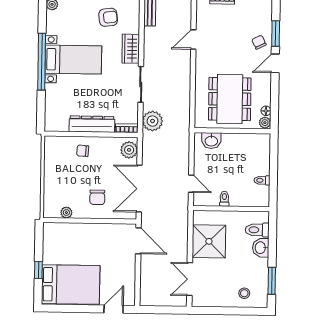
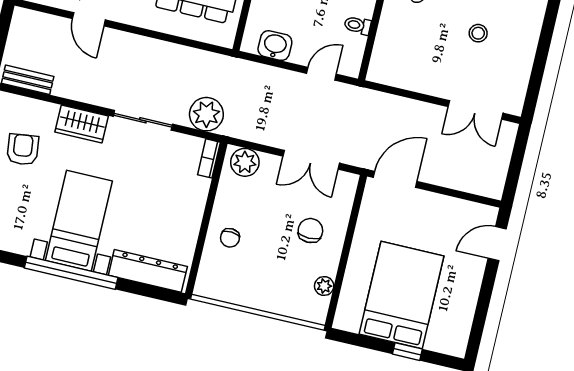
dresser: (92, 124) -> (148, 271), moved, turned 90
washbasin: (211, 141) -> (275, 46), moved, turned -90
double door: (139, 189) -> (311, 160), width x0.73
chair: (97, 197) -> (310, 231), turned -90
shower: (209, 241) -> (421, 65), removed
bed: (71, 285) -> (402, 295), moved
stool: (244, 293) -> (478, 33), moved
door: (114, 309) -> (497, 244), hinge flipped

